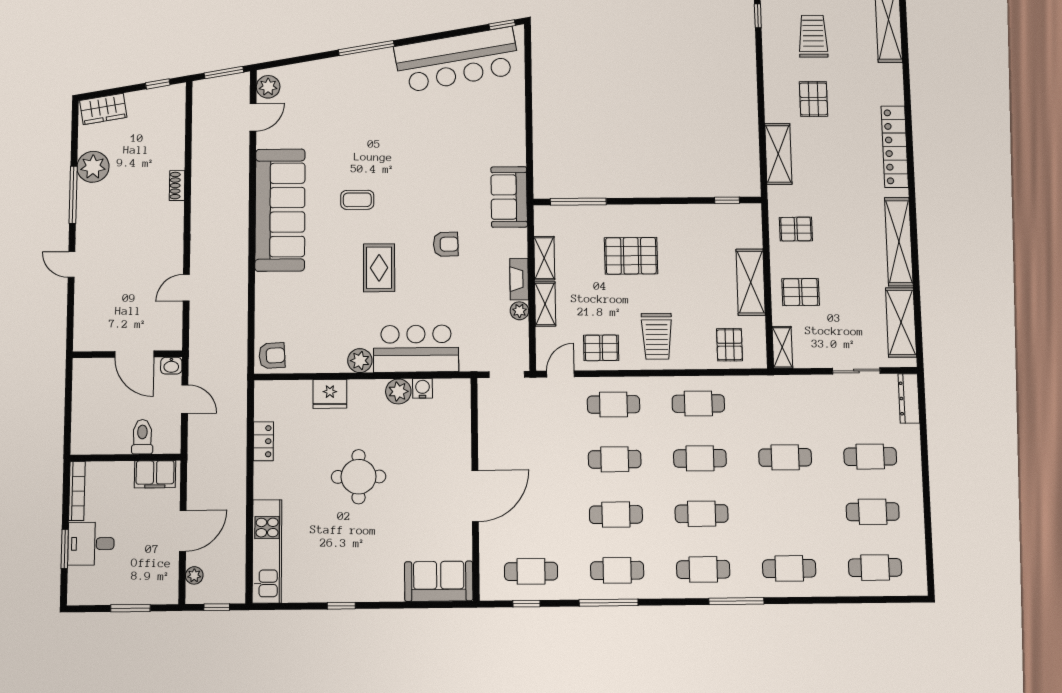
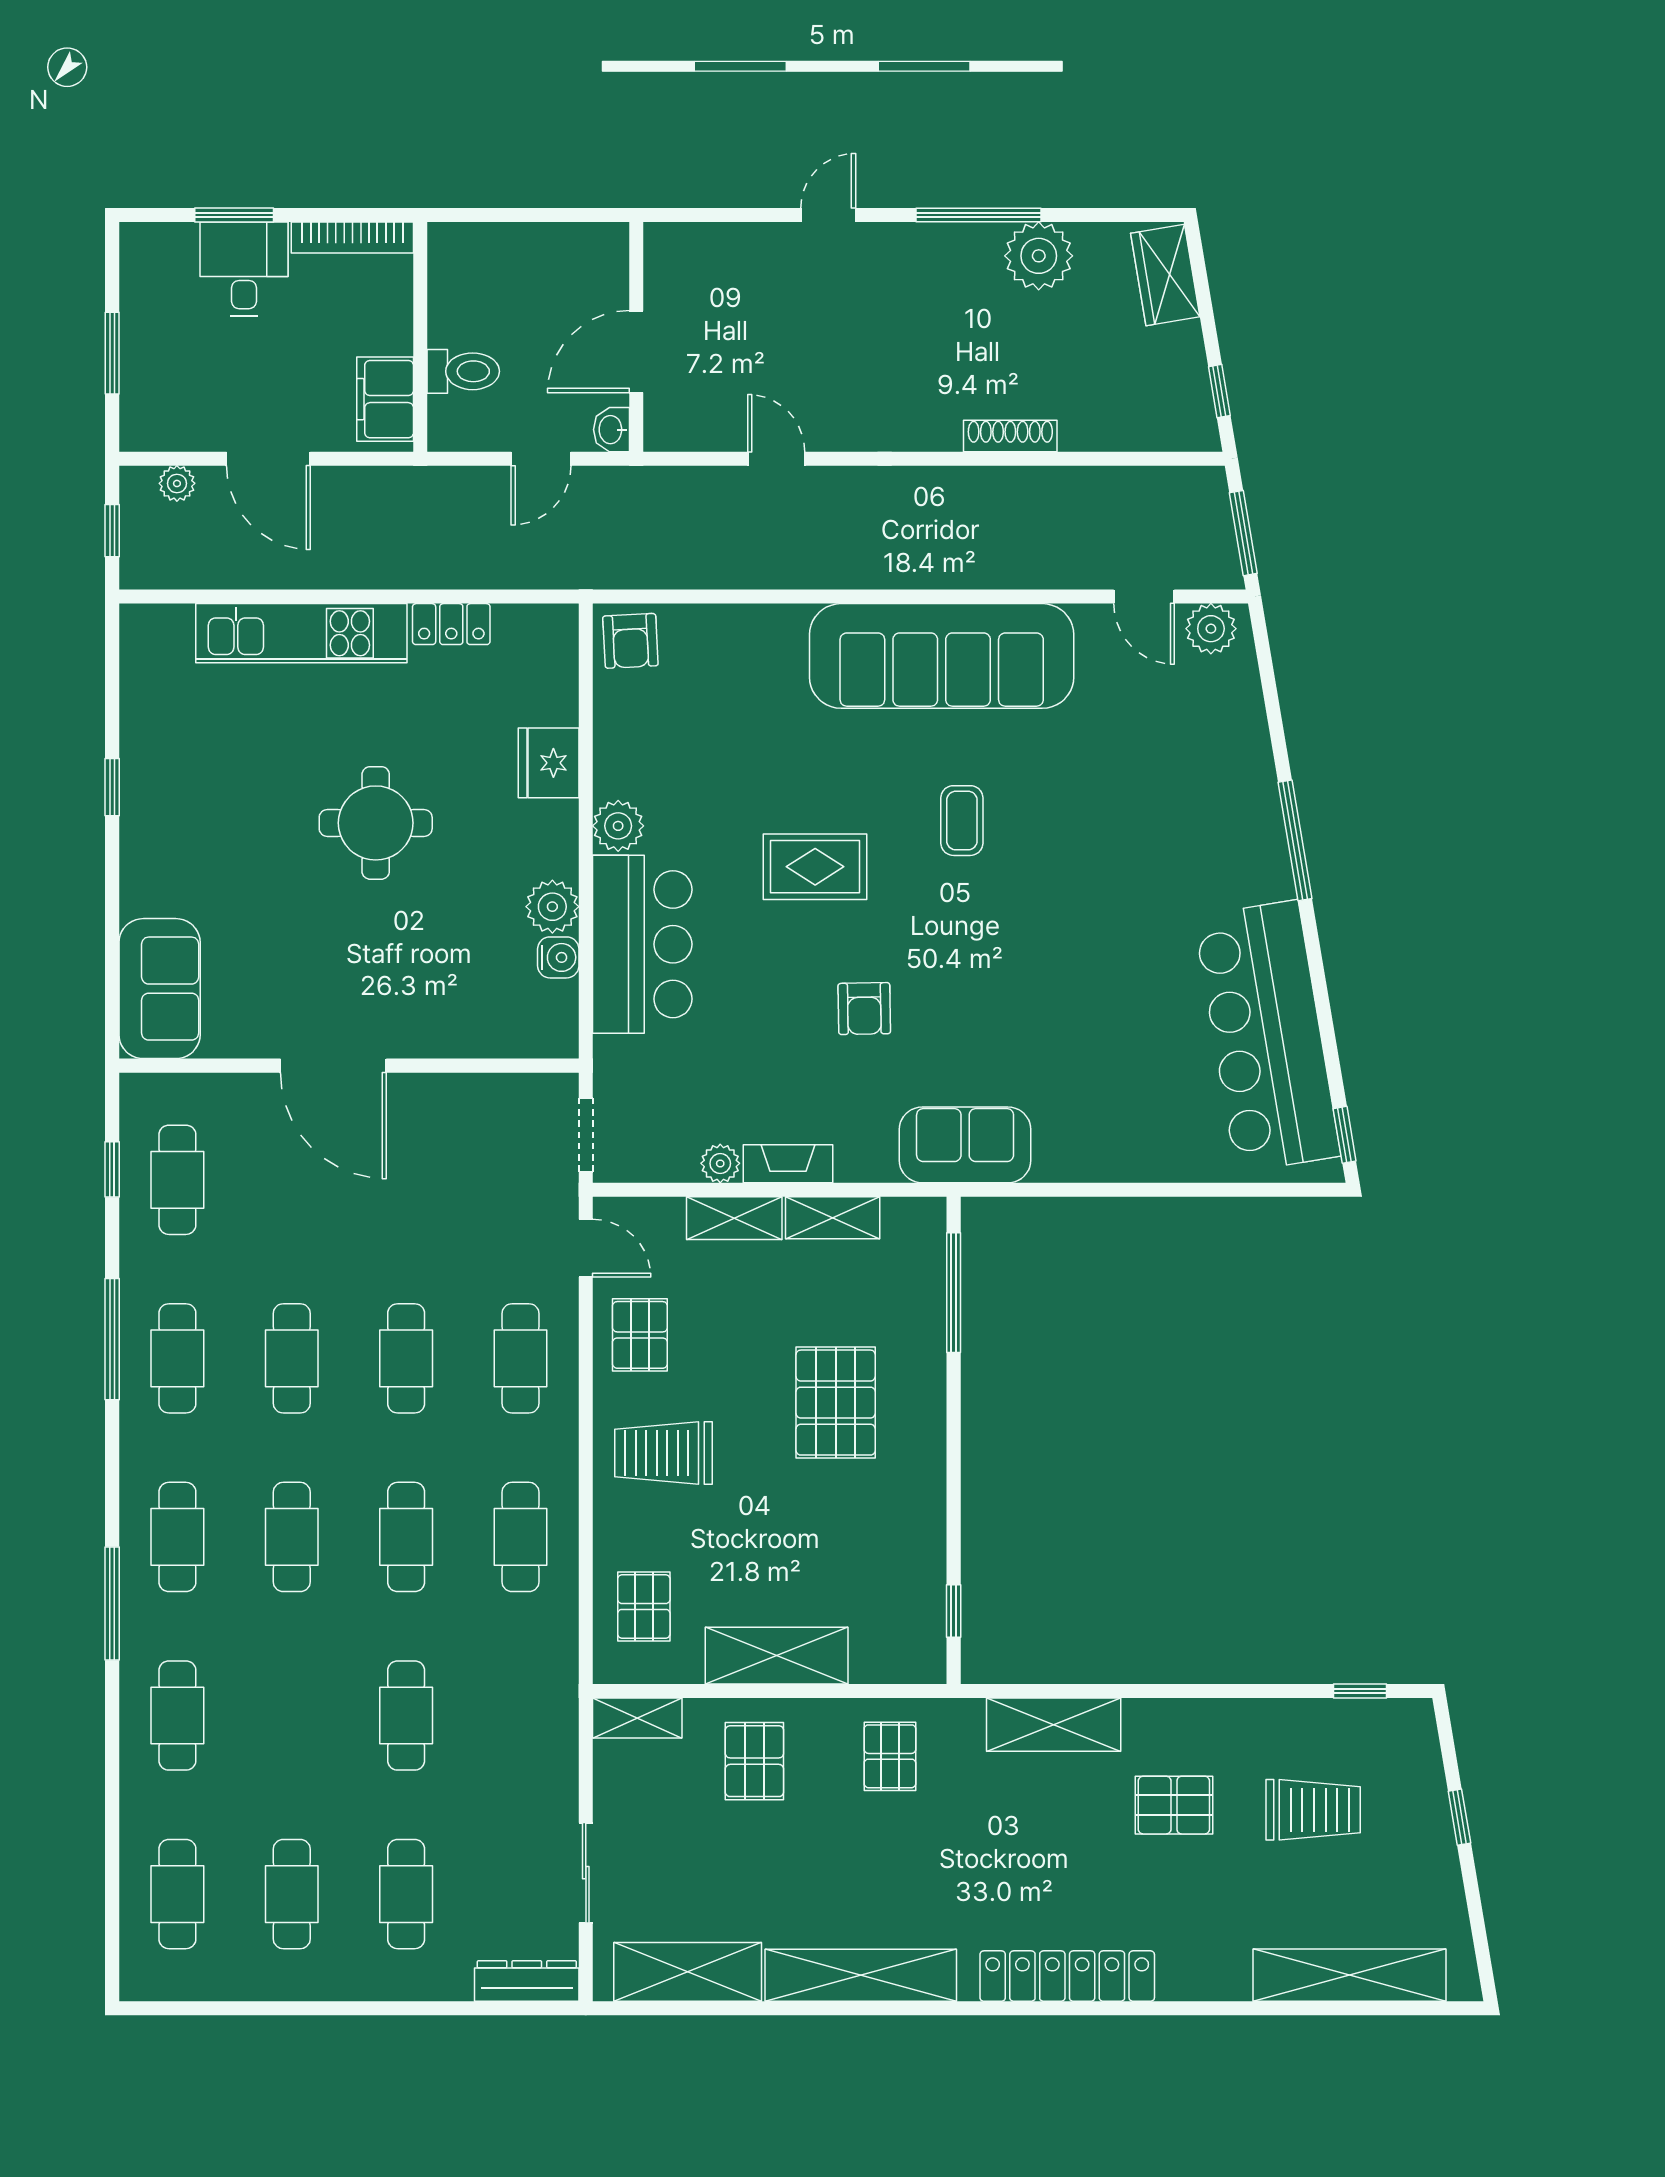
shoe rack: (177, 186) -> (1010, 436), width x1.43
pallet: (730, 345) -> (644, 1606), turned 90
kitchen unit: (267, 551) -> (301, 633), moved

